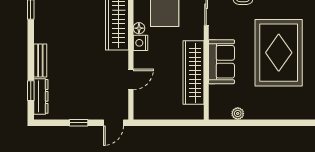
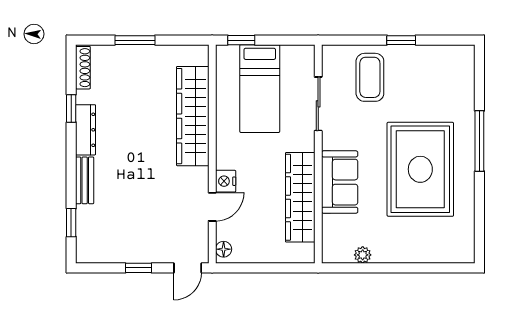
floor lamp: (139, 28) -> (224, 249), moved
nightstand: (140, 43) -> (226, 181), moved
dresser: (41, 96) -> (86, 130), moved

